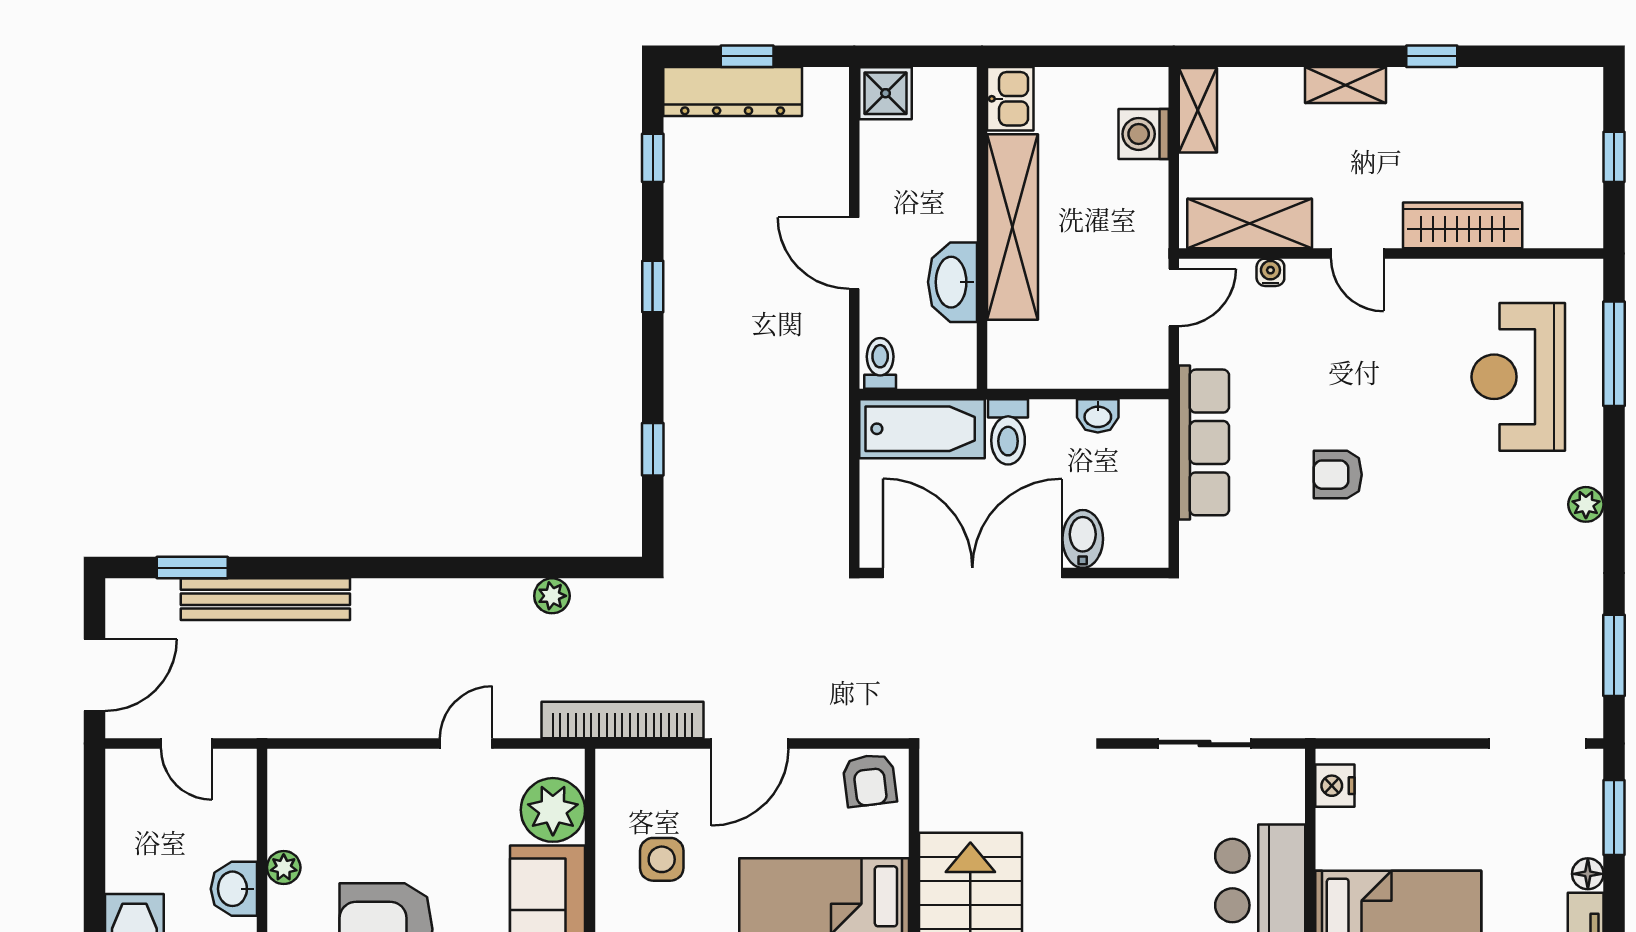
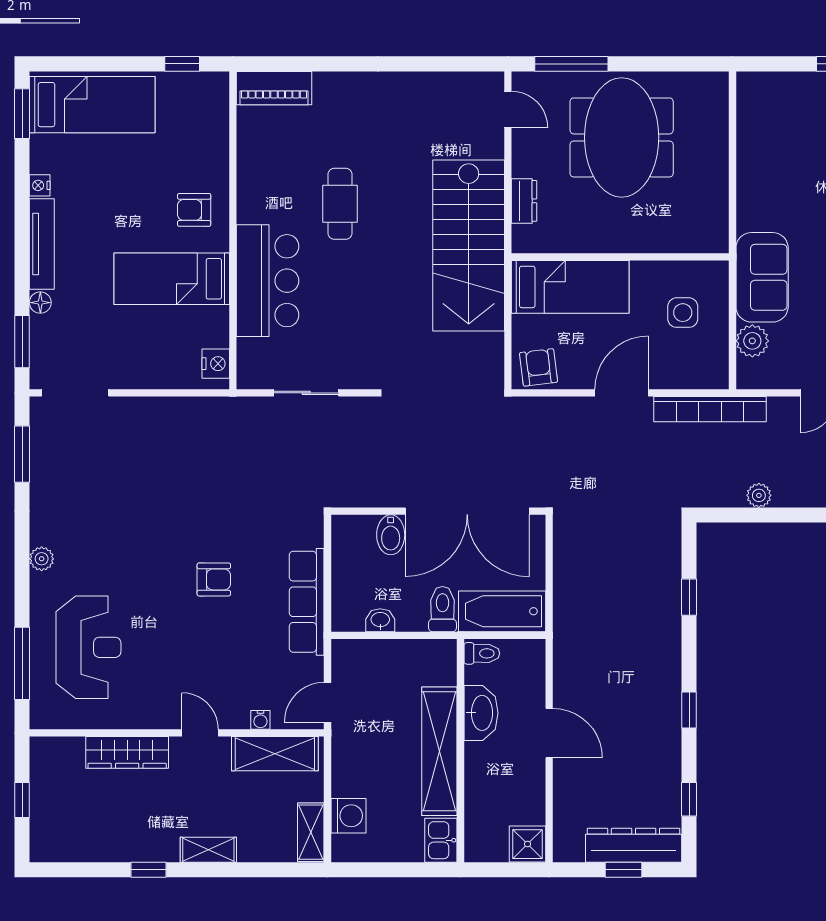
toilet: (880, 363) -> (482, 653), moved, turned -90
plant: (553, 810) -> (752, 341), width x0.73, depth x0.73

